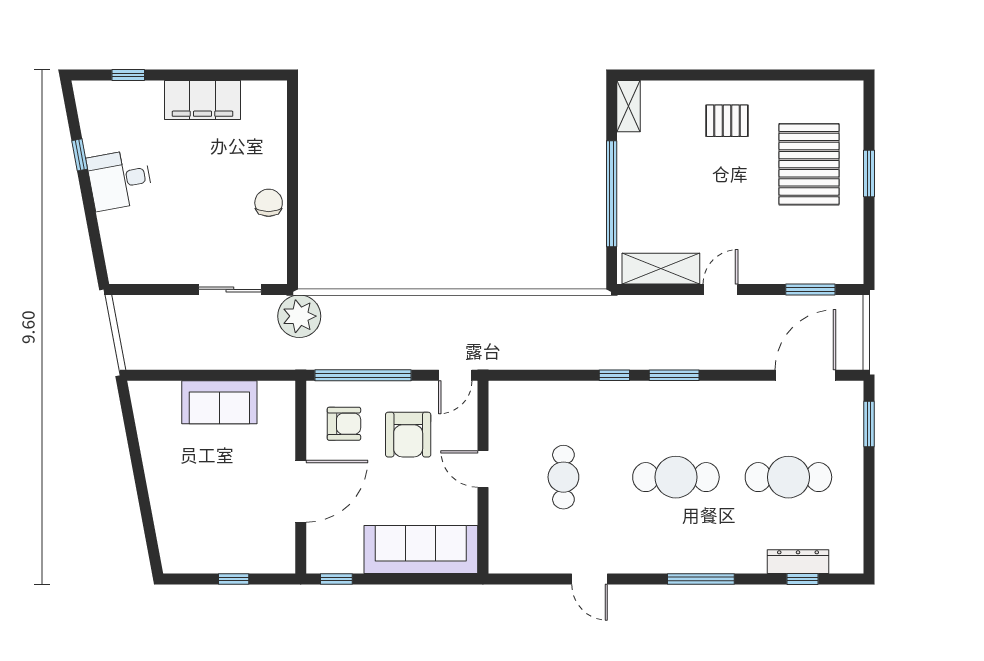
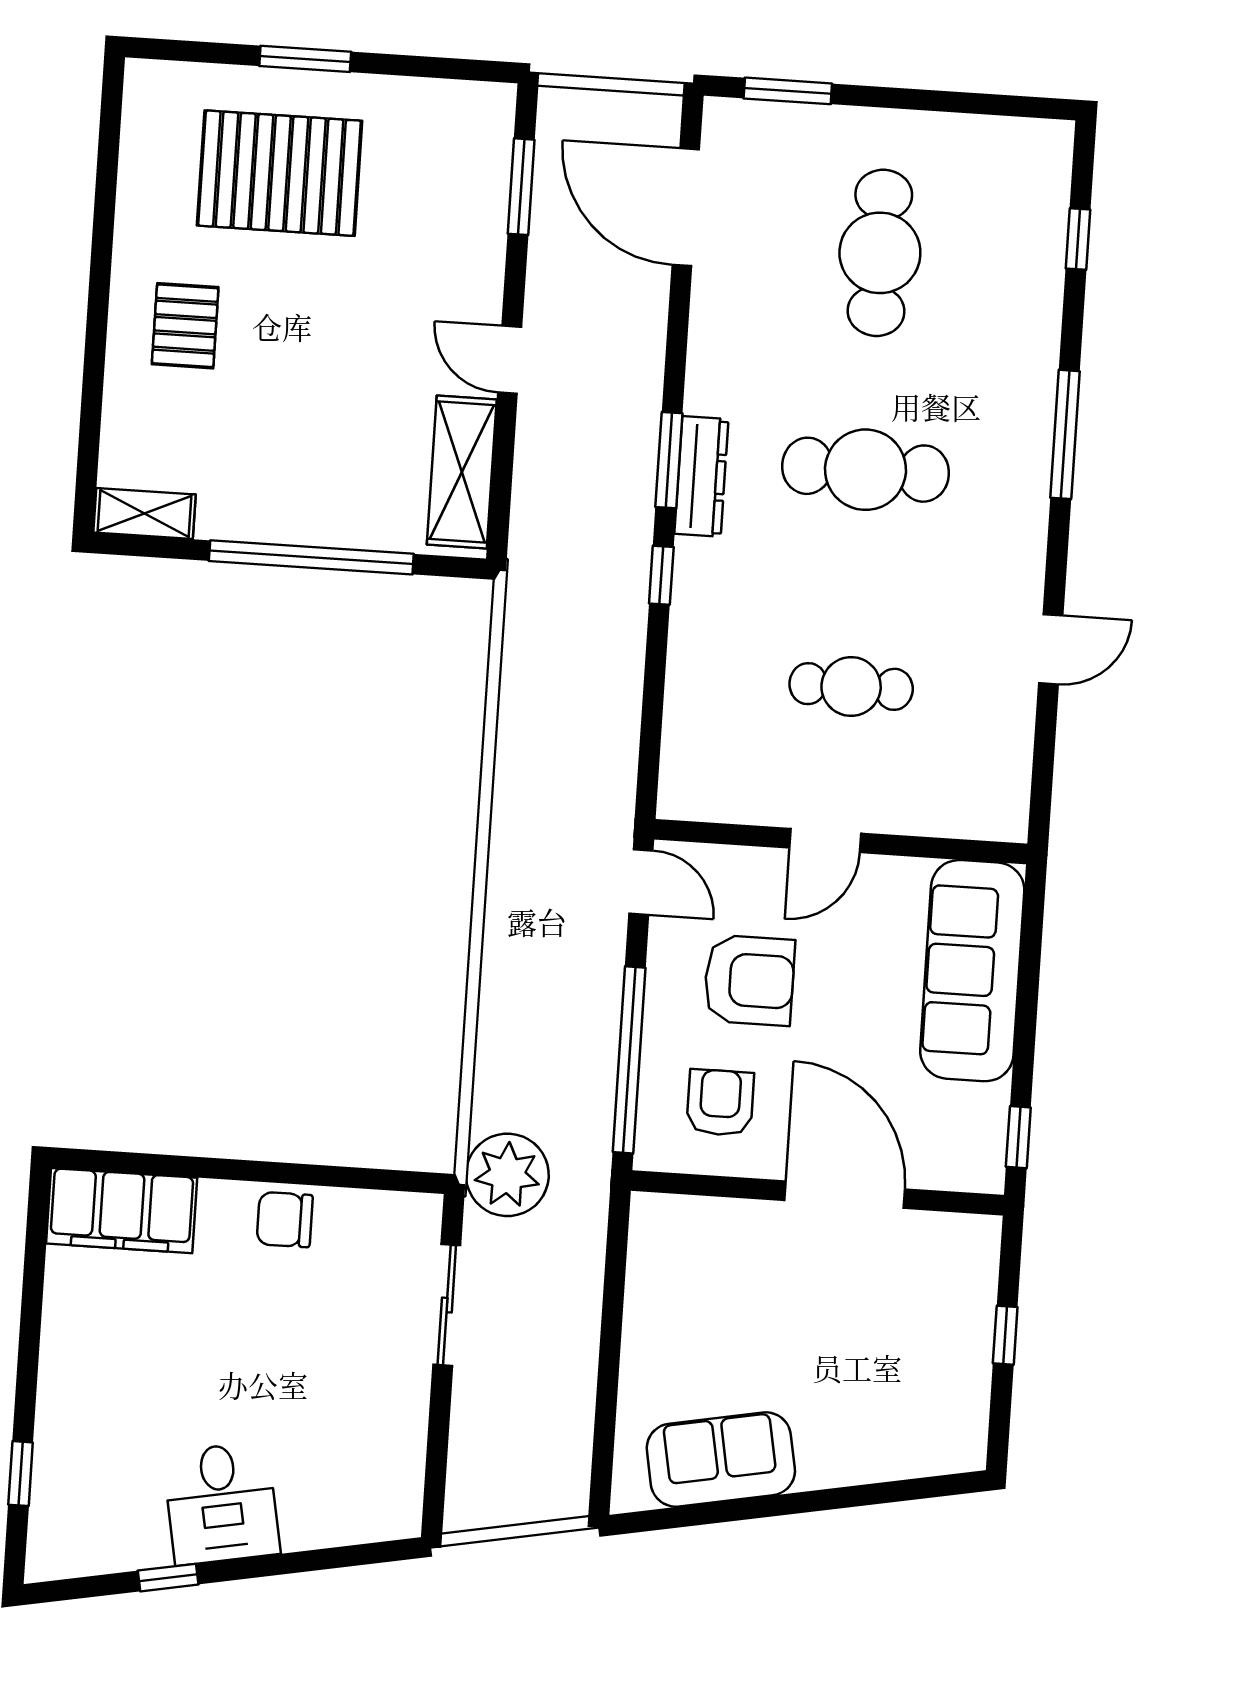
filing cabinet: (203, 100) -> (122, 1211), moved, turned 90
sofa: (219, 402) -> (721, 1459), moved, turned -101
cafe table: (676, 477) -> (866, 470), turned 90
dresser: (798, 562) -> (701, 476), moved, turned 180

